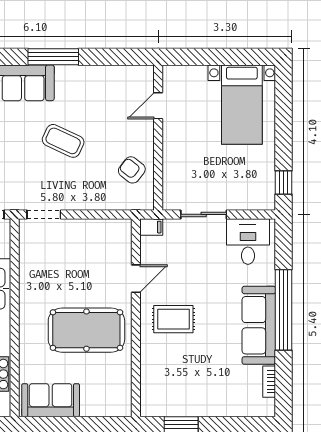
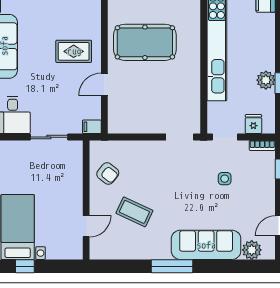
window: (233, 57) -> (25, 266), added
coffee table: (63, 141) -> (134, 212), moved

